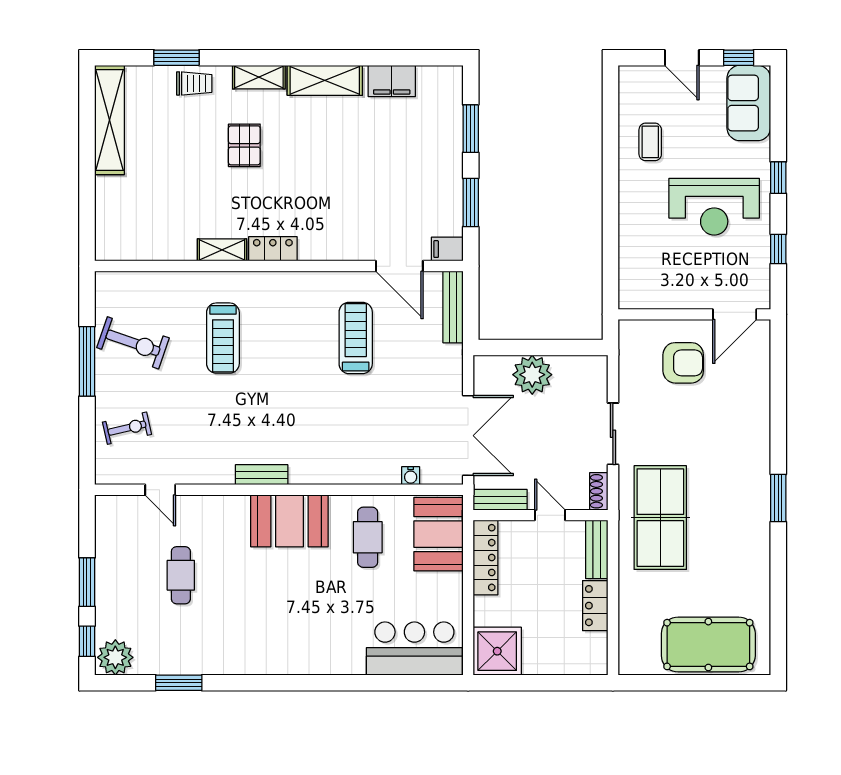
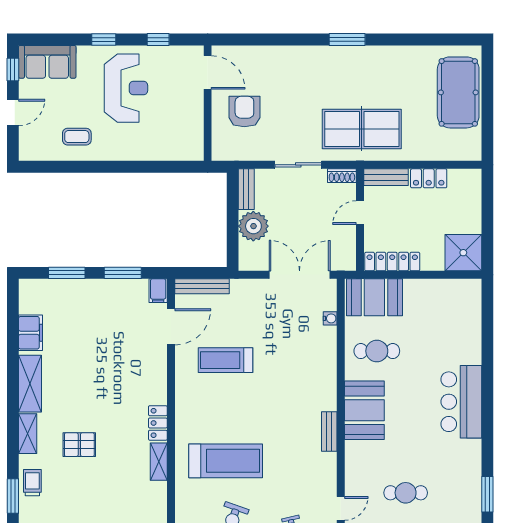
treadmill: (223, 338) -> (226, 461), width x1.37, depth x1.38
bench: (500, 500) -> (246, 189), moved
bar counter: (414, 649) -> (461, 402), moved

